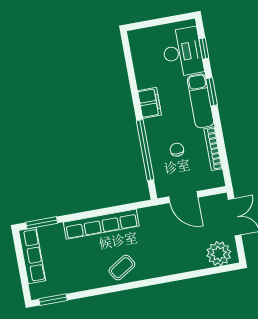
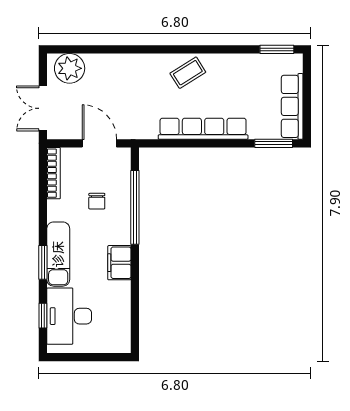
bookcase: (213, 149) -> (54, 173), moved

